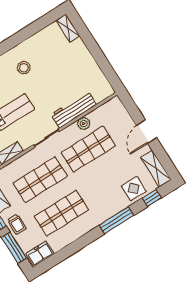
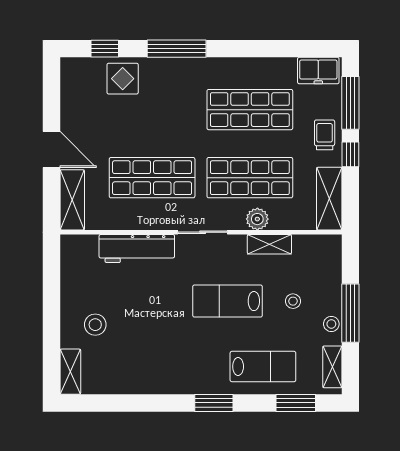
stool: (24, 68) -> (95, 325), moved
plant: (84, 124) -> (257, 219), moved
door: (147, 132) -> (52, 150), hinge flipped
shelving: (156, 169) -> (72, 200), moved

